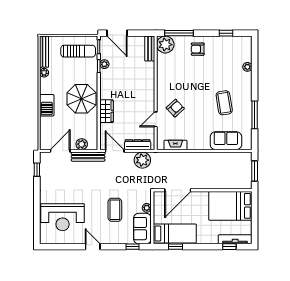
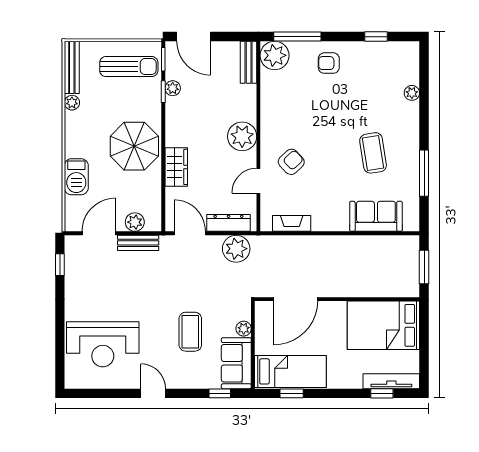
plant: (146, 93) -> (242, 136), added
barbecue: (47, 105) -> (76, 177), moved
bench: (88, 157) -> (138, 243), width x0.73

